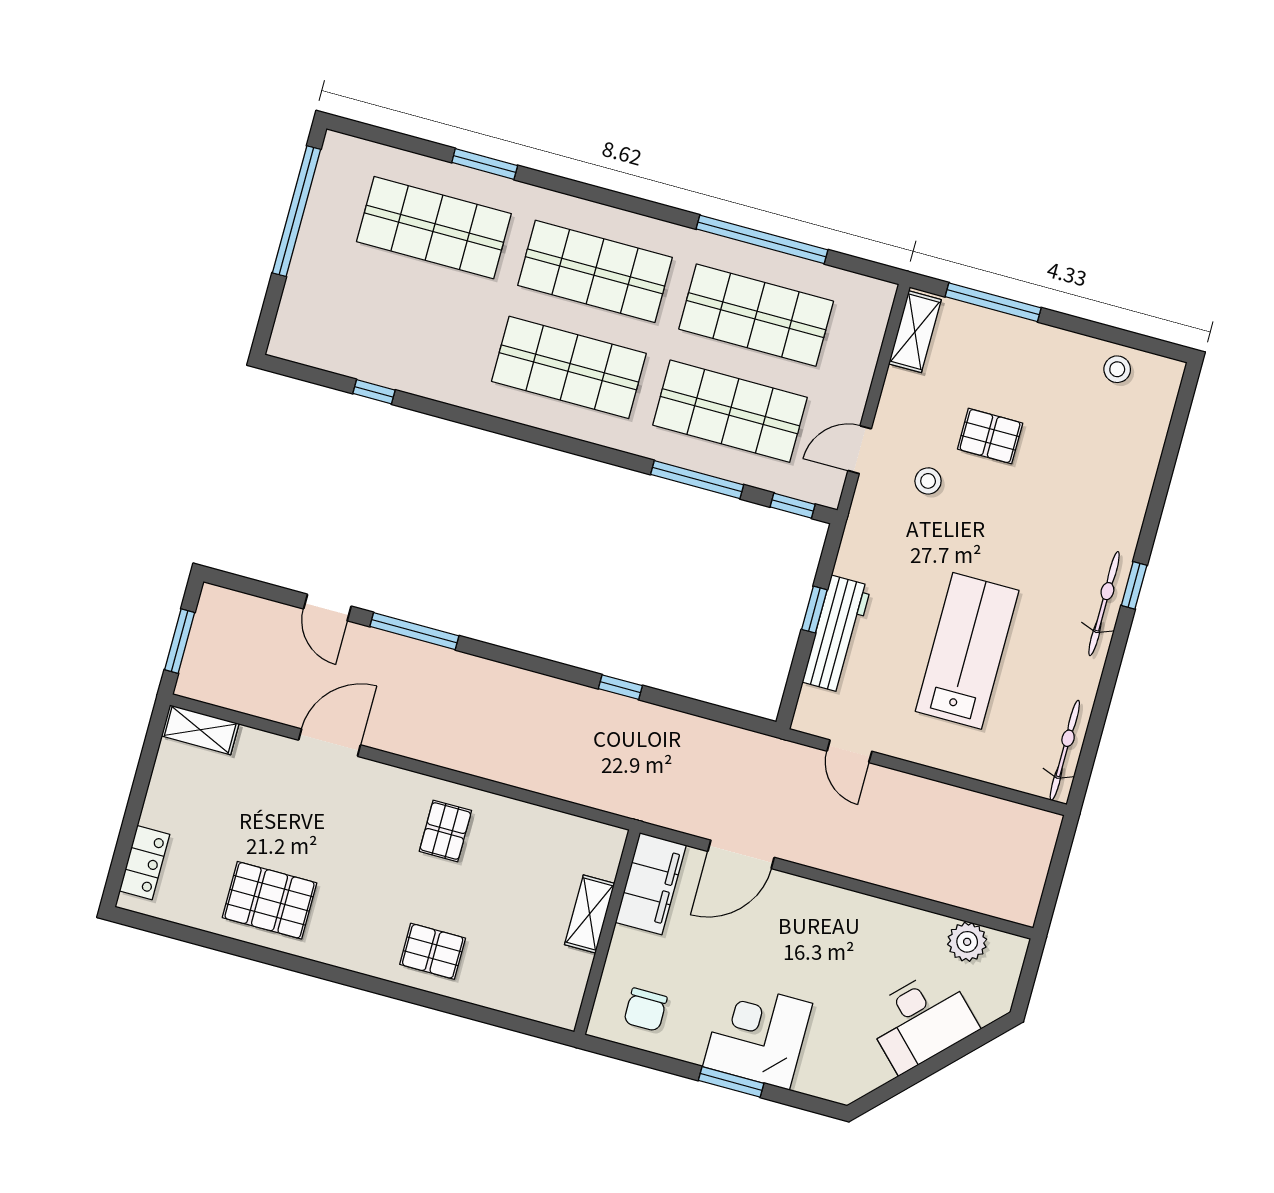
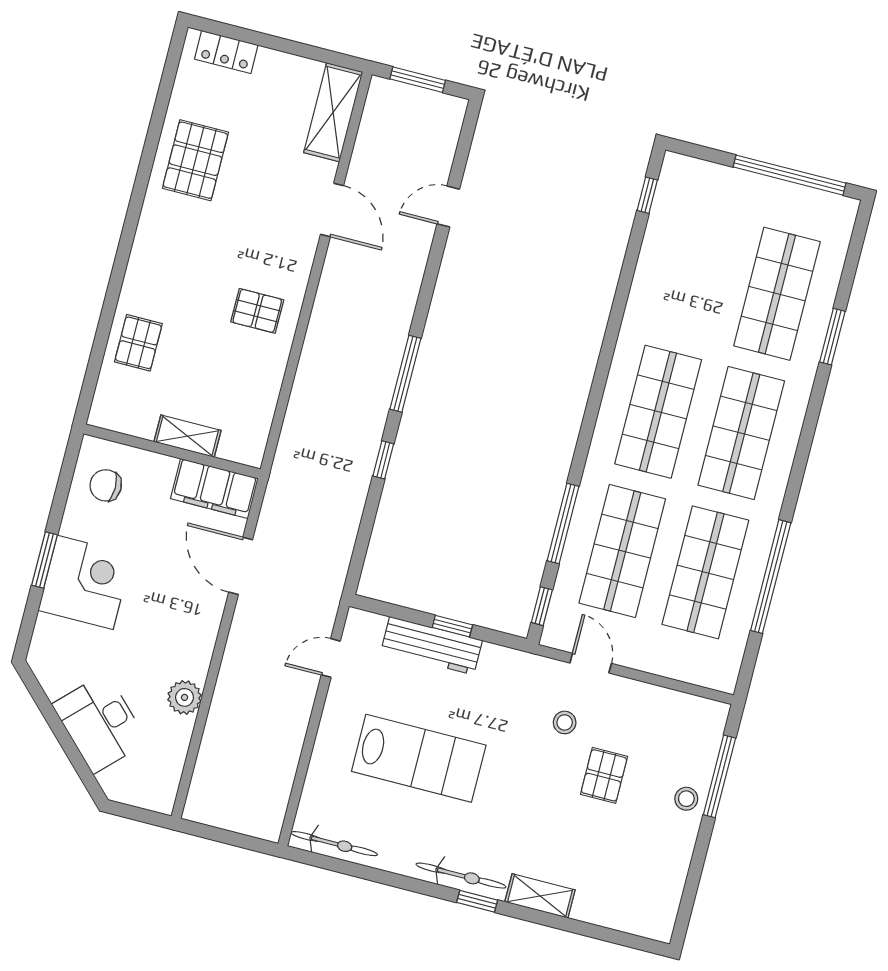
shelving: (915, 332) -> (540, 896), moved
stool: (1117, 369) -> (686, 799), moved
window: (374, 392) -> (647, 195), moved
window: (414, 631) -> (405, 374), moved
shelving: (200, 730) -> (333, 112), width x1.50, depth x1.33
plant: (967, 942) -> (185, 697), moved
pallet: (433, 951) -> (138, 343), moved

